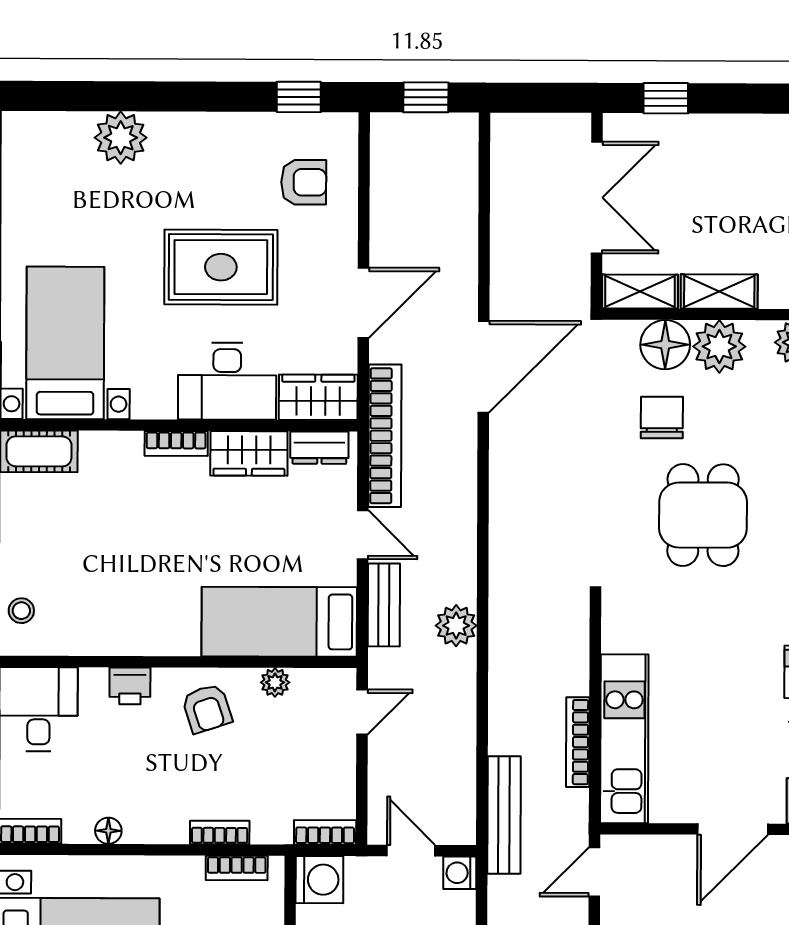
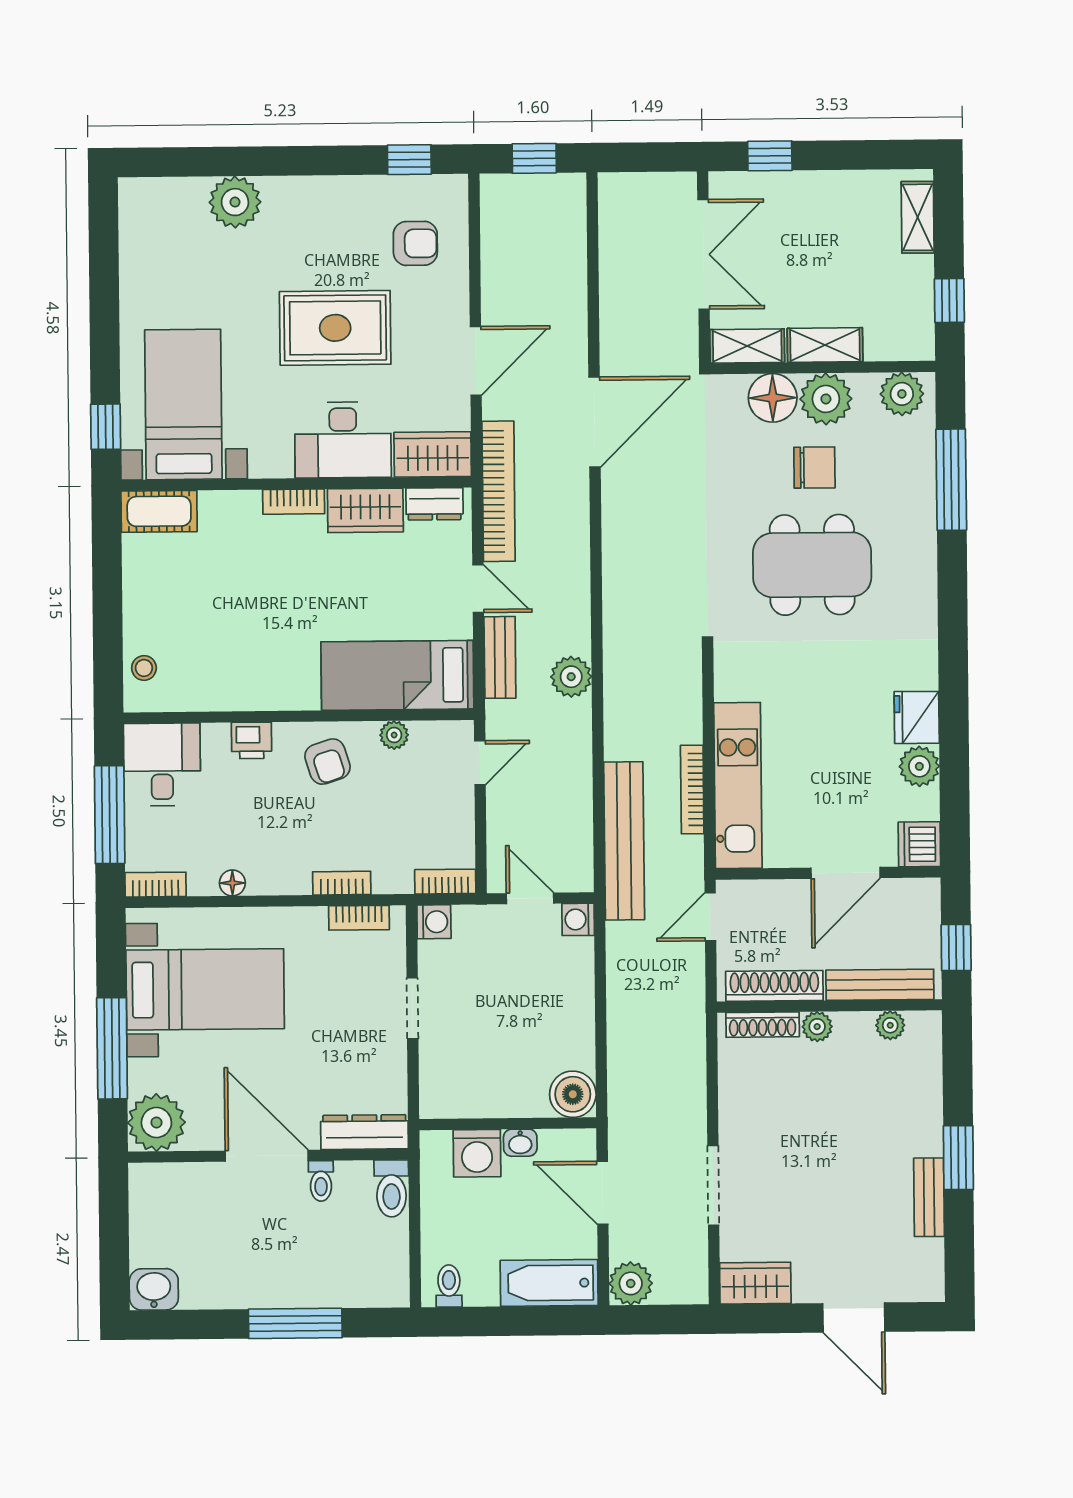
chair: (662, 417) -> (814, 468), moved, turned 90
dining table: (703, 515) -> (812, 565), width x1.38
bench: (504, 815) -> (624, 841), width x1.37, depth x1.21
washing machine: (319, 880) -> (434, 922), width x0.73, depth x0.73

